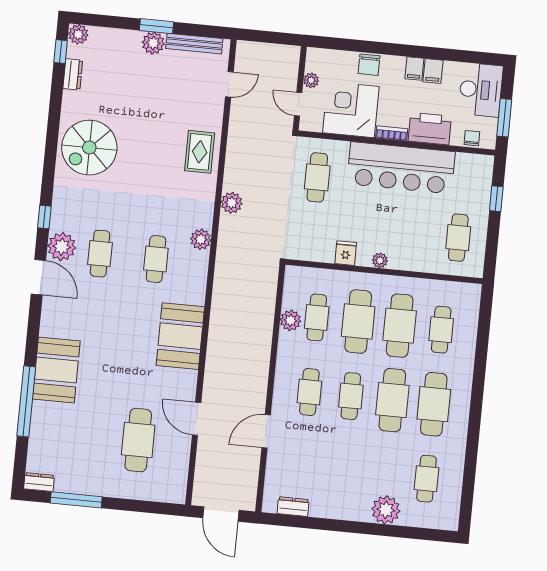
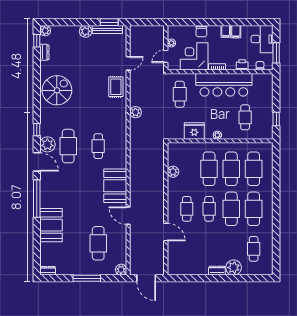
window: (156, 26) -> (109, 22), moved
door: (229, 84) -> (128, 63), moved
door: (298, 104) -> (166, 56), hinge flipped
printer: (430, 129) -> (242, 65), width x0.53, depth x0.68
spiral stairs: (89, 148) -> (57, 90), turned 180
window: (496, 199) -> (276, 119), moved
cafe table: (458, 238) -> (245, 117), moved
plant: (201, 239) -> (121, 270), moved
fridge: (346, 253) -> (194, 131), width x1.88, depth x1.34
cafe table: (100, 254) -> (68, 146), width x1.37, depth x1.35
cafe table: (317, 317) -> (187, 169), removed
cafe table: (441, 330) -> (254, 169), width x1.37, depth x1.35
booth: (56, 370) -> (51, 225), moved
window: (26, 401) -> (37, 199), moved
door: (197, 419) -> (128, 216), moved
door: (266, 431) -> (166, 232), swing flipped
window: (76, 500) -> (87, 278), moved
dresser: (293, 507) -> (217, 271), moved

